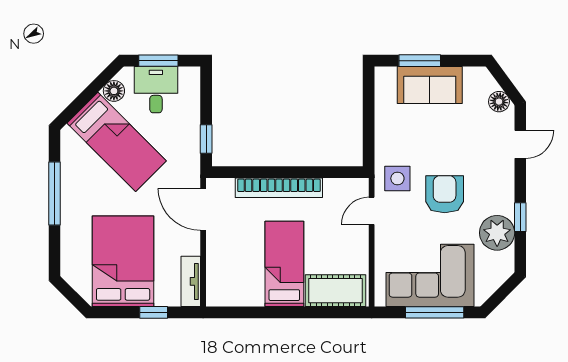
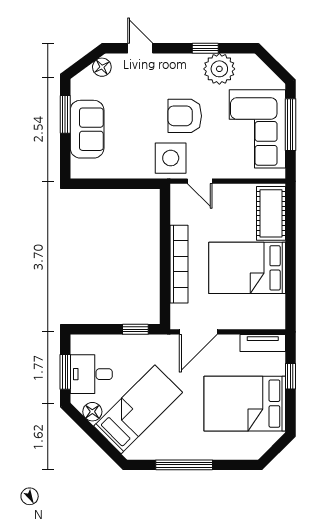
window: (420, 61) -> (65, 114), moved
side table: (397, 178) -> (171, 158), width x1.37, depth x1.37
bed: (284, 264) -> (247, 268), width x1.50

